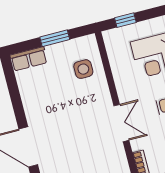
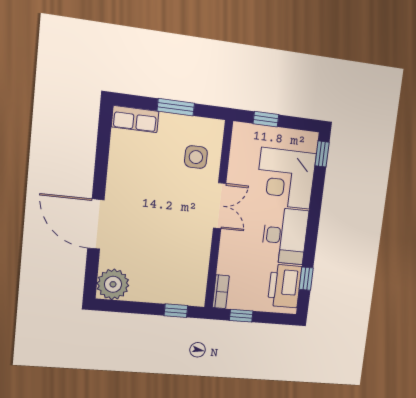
double door: (121, 123) -> (220, 206), moved

